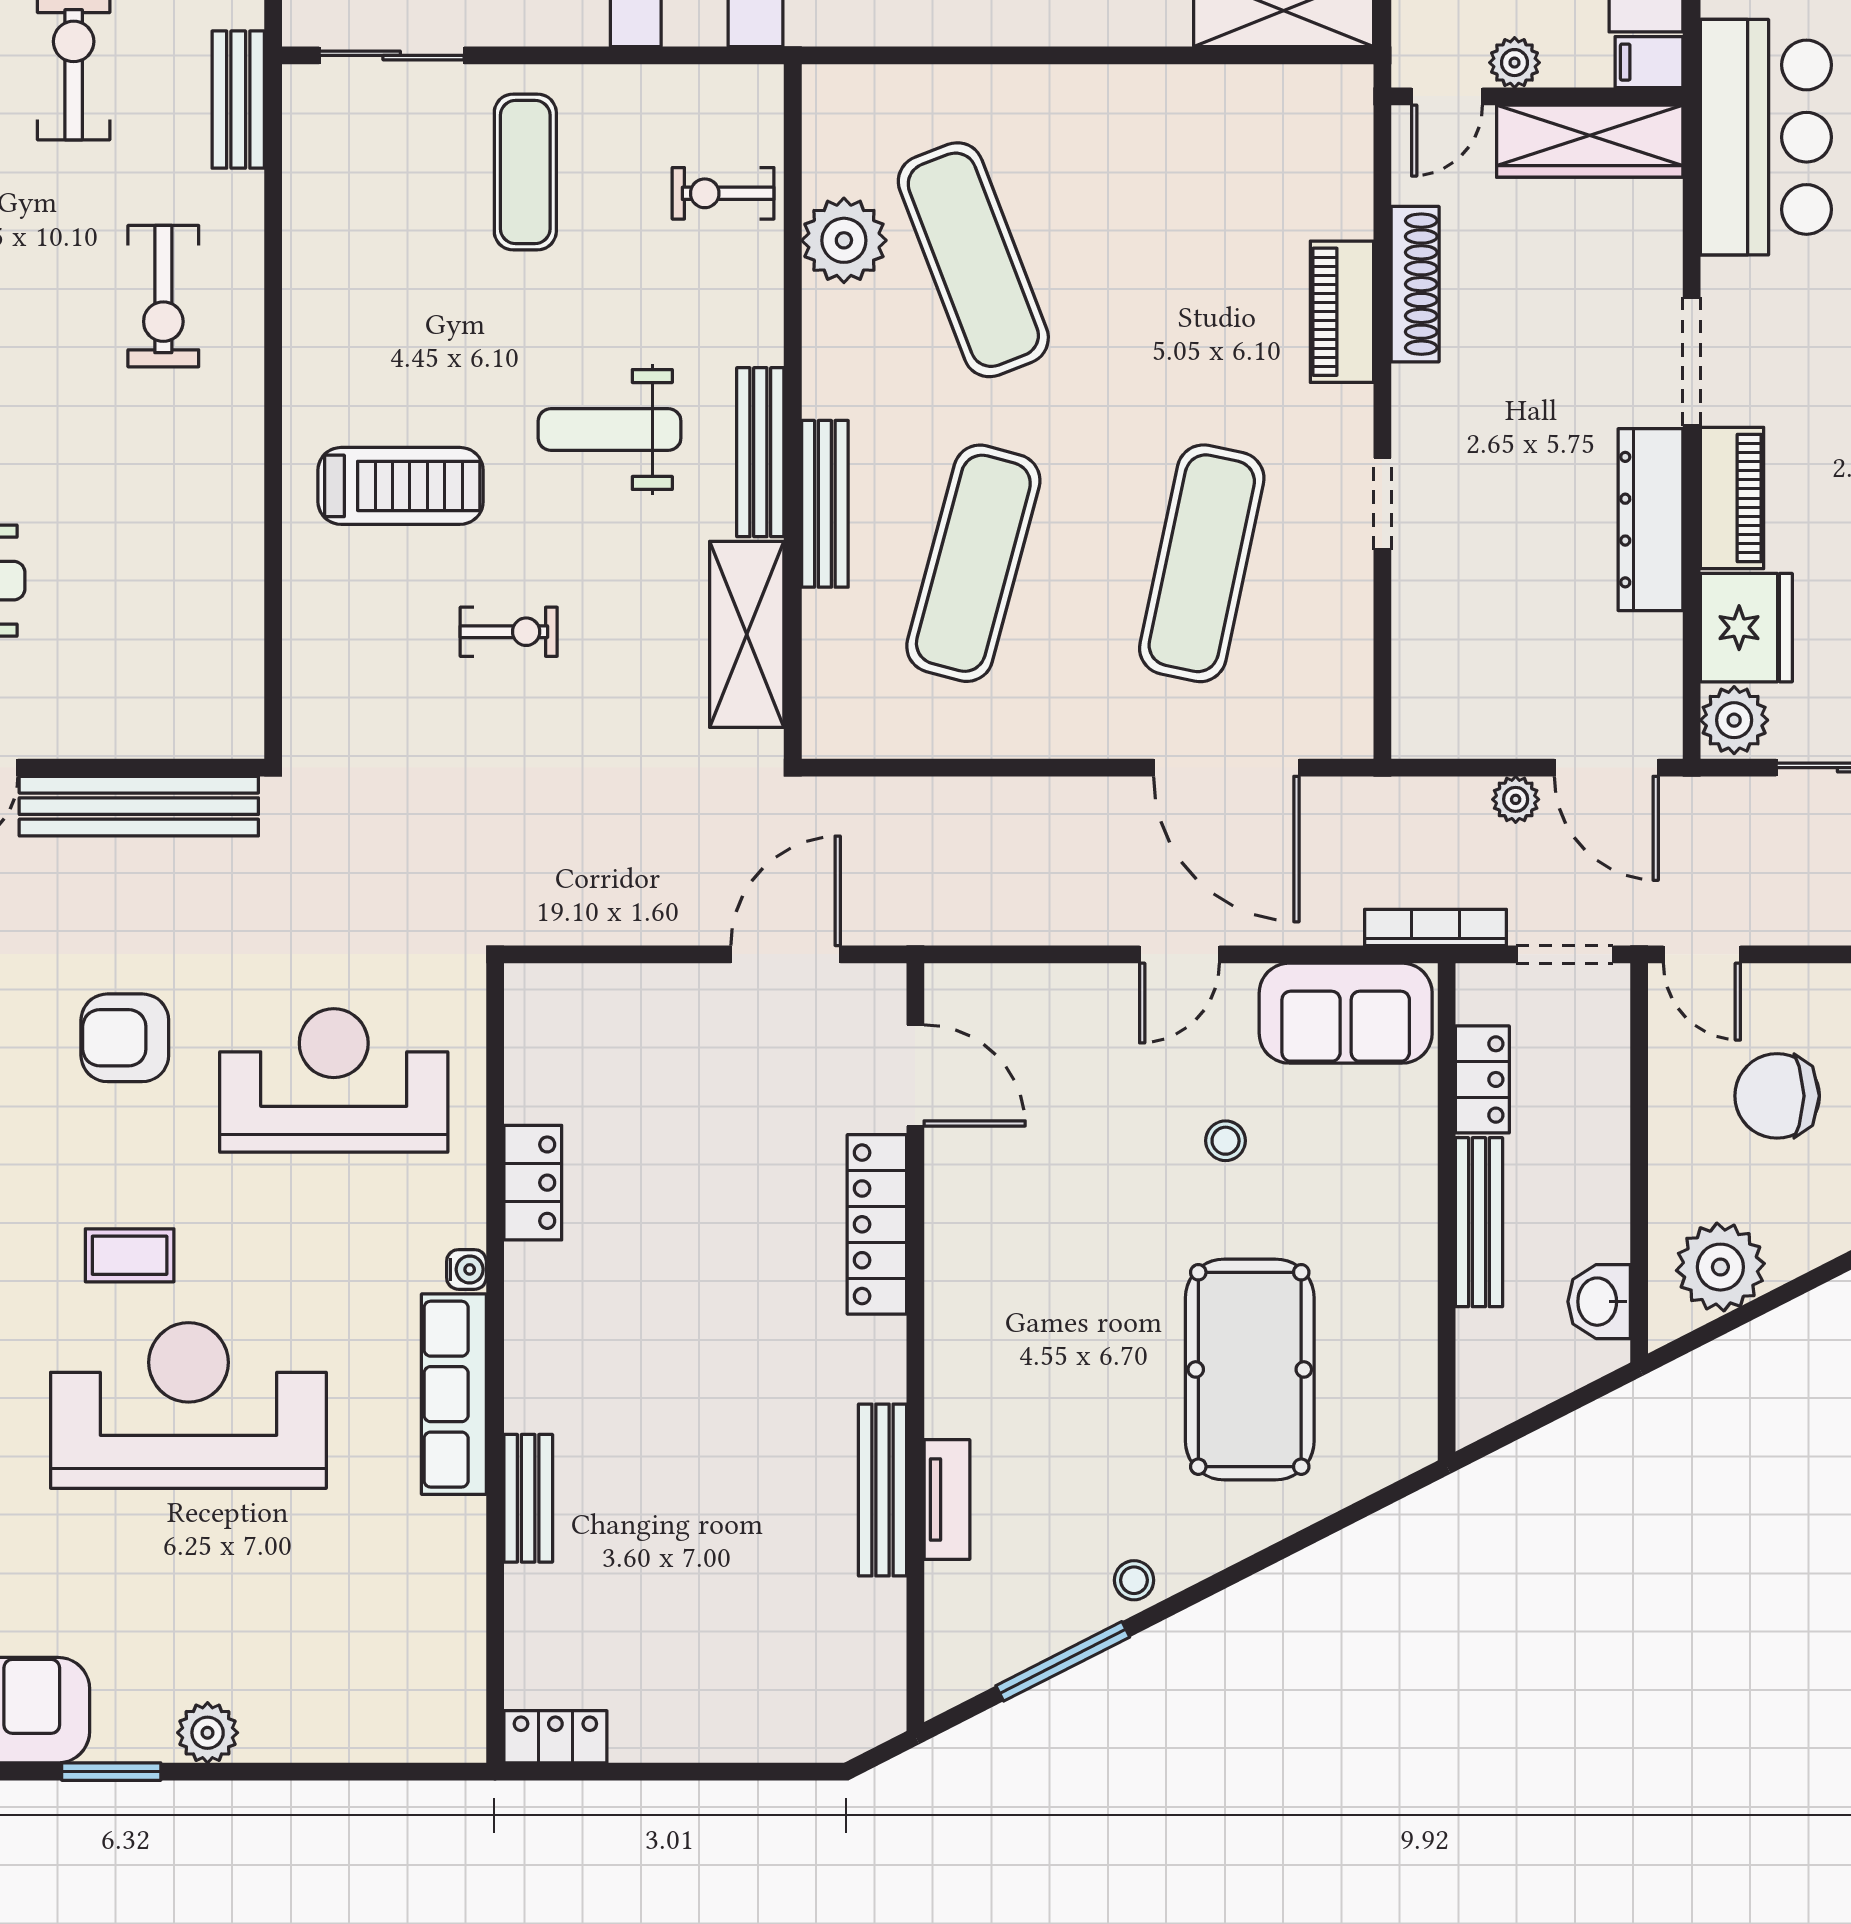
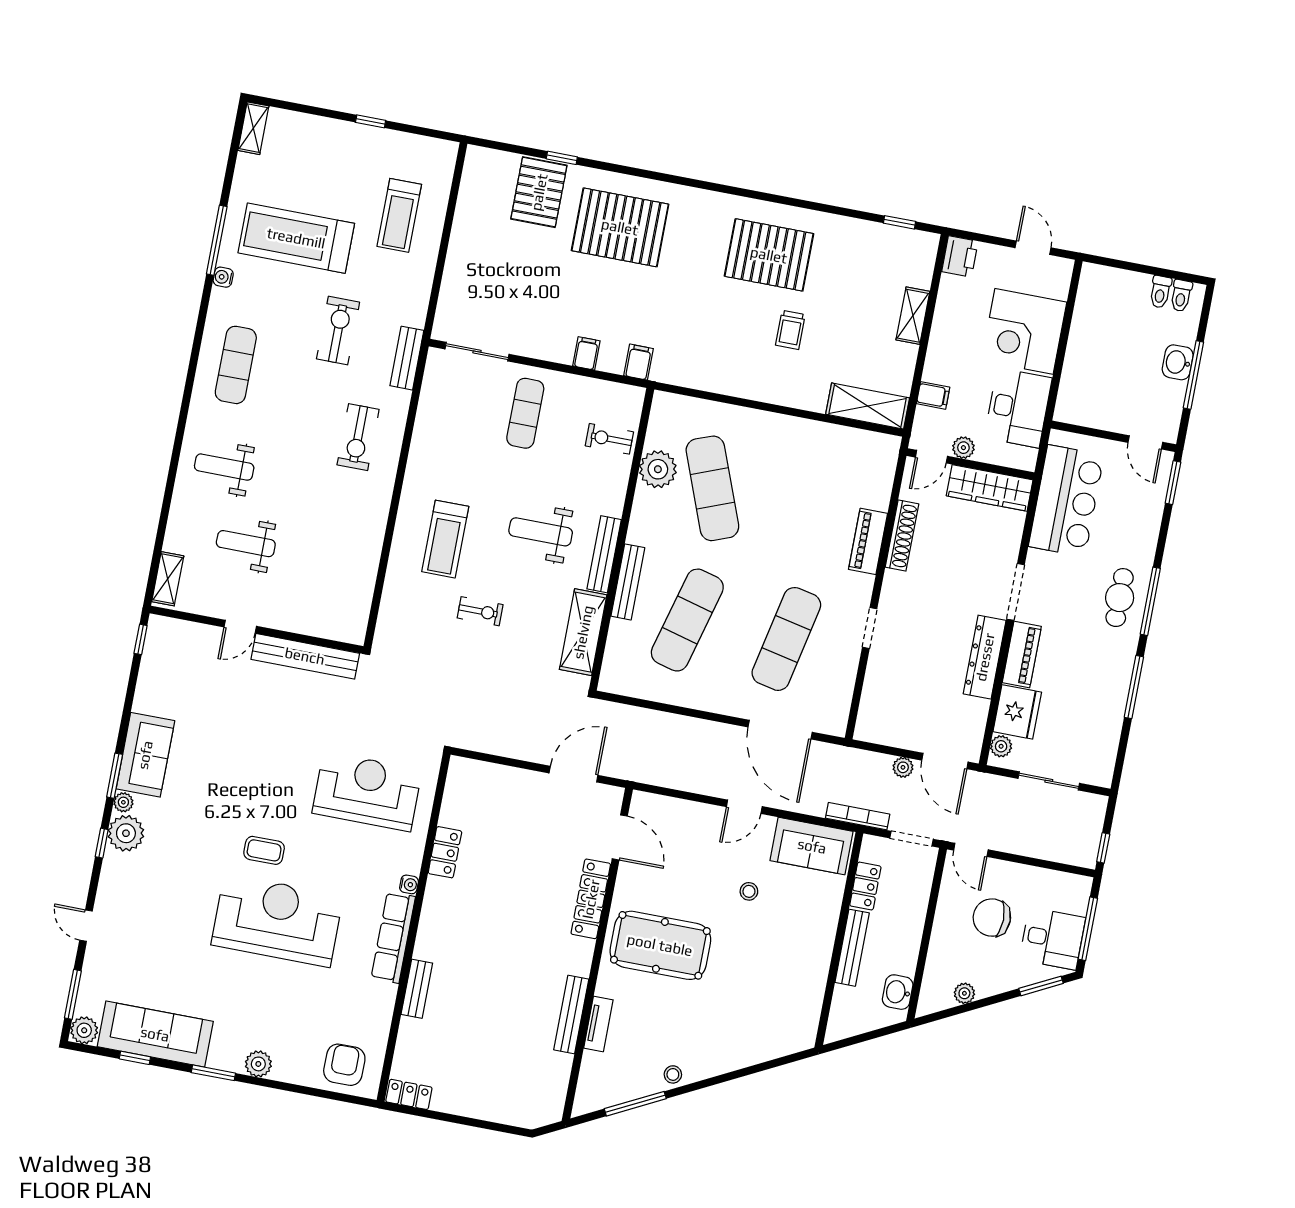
filing cabinet: (1649, 62) -> (1022, 459), removed
treadmill: (401, 486) -> (445, 539), turned 90
plant: (1734, 720) -> (1001, 746), width x0.73, depth x0.73
armchair: (125, 1038) -> (344, 1065), moved, turned 90
plant: (1720, 1267) -> (964, 993), width x0.53, depth x0.53
pool table: (1250, 1369) -> (660, 945), moved, turned 90

